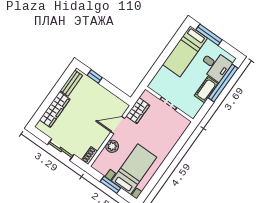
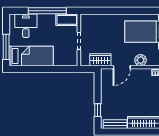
window: (223, 83) -> (47, 11), moved
cot: (206, 90) -> (67, 20), moved
door: (118, 125) -> (122, 67), hinge flipped

